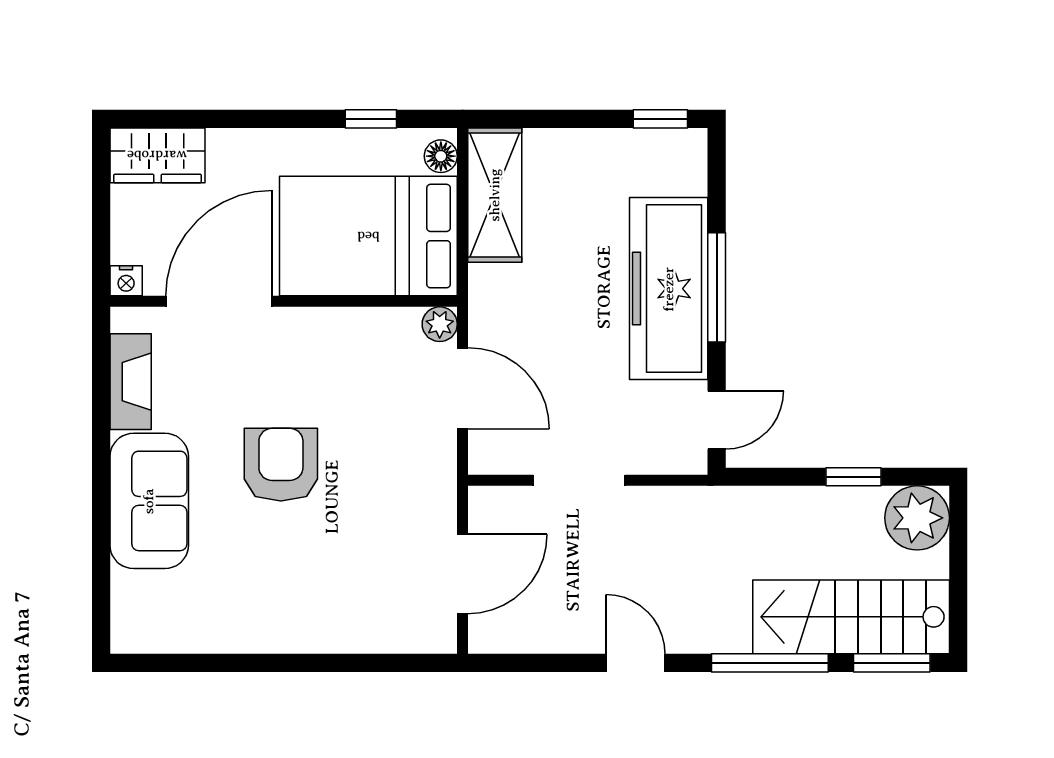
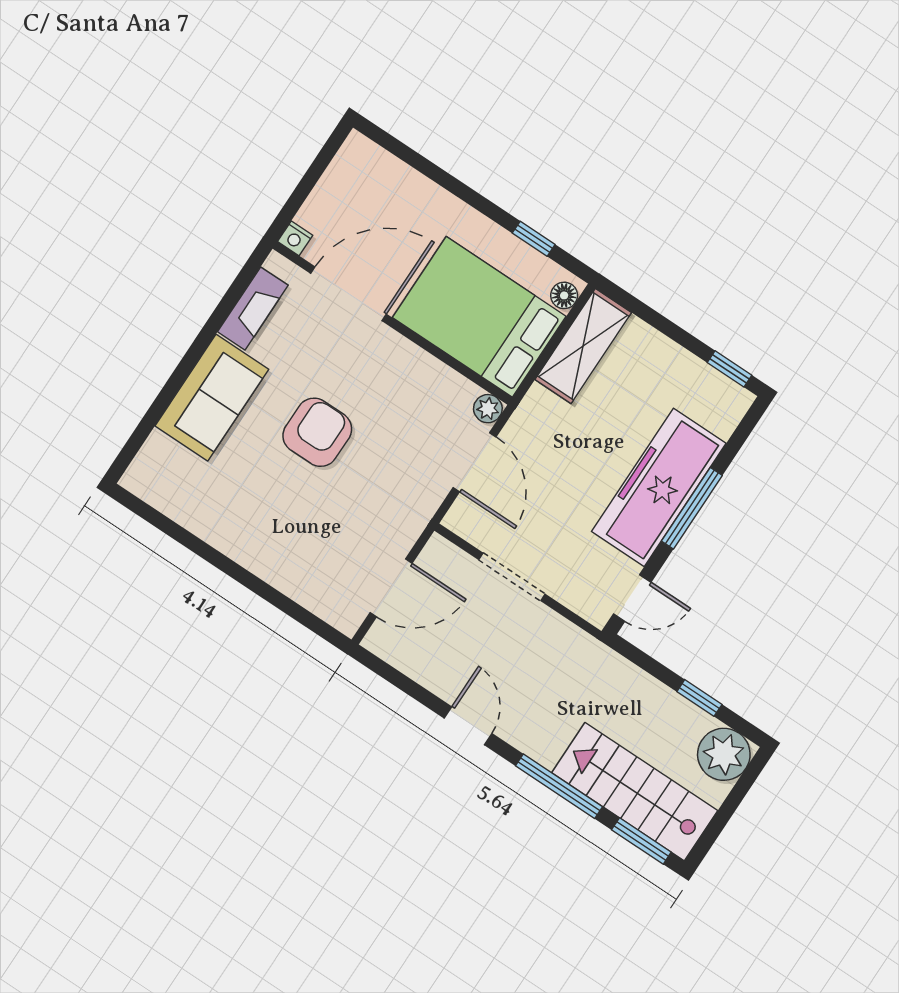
wardrobe: (157, 155) -> (373, 167), removed

